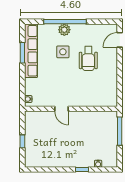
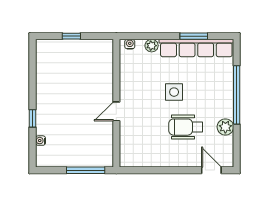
plant: (64, 30) -> (225, 127), moved
side table: (63, 52) -> (174, 92), moved
plant: (29, 83) -> (152, 46), added
door: (61, 109) -> (116, 111), moved

